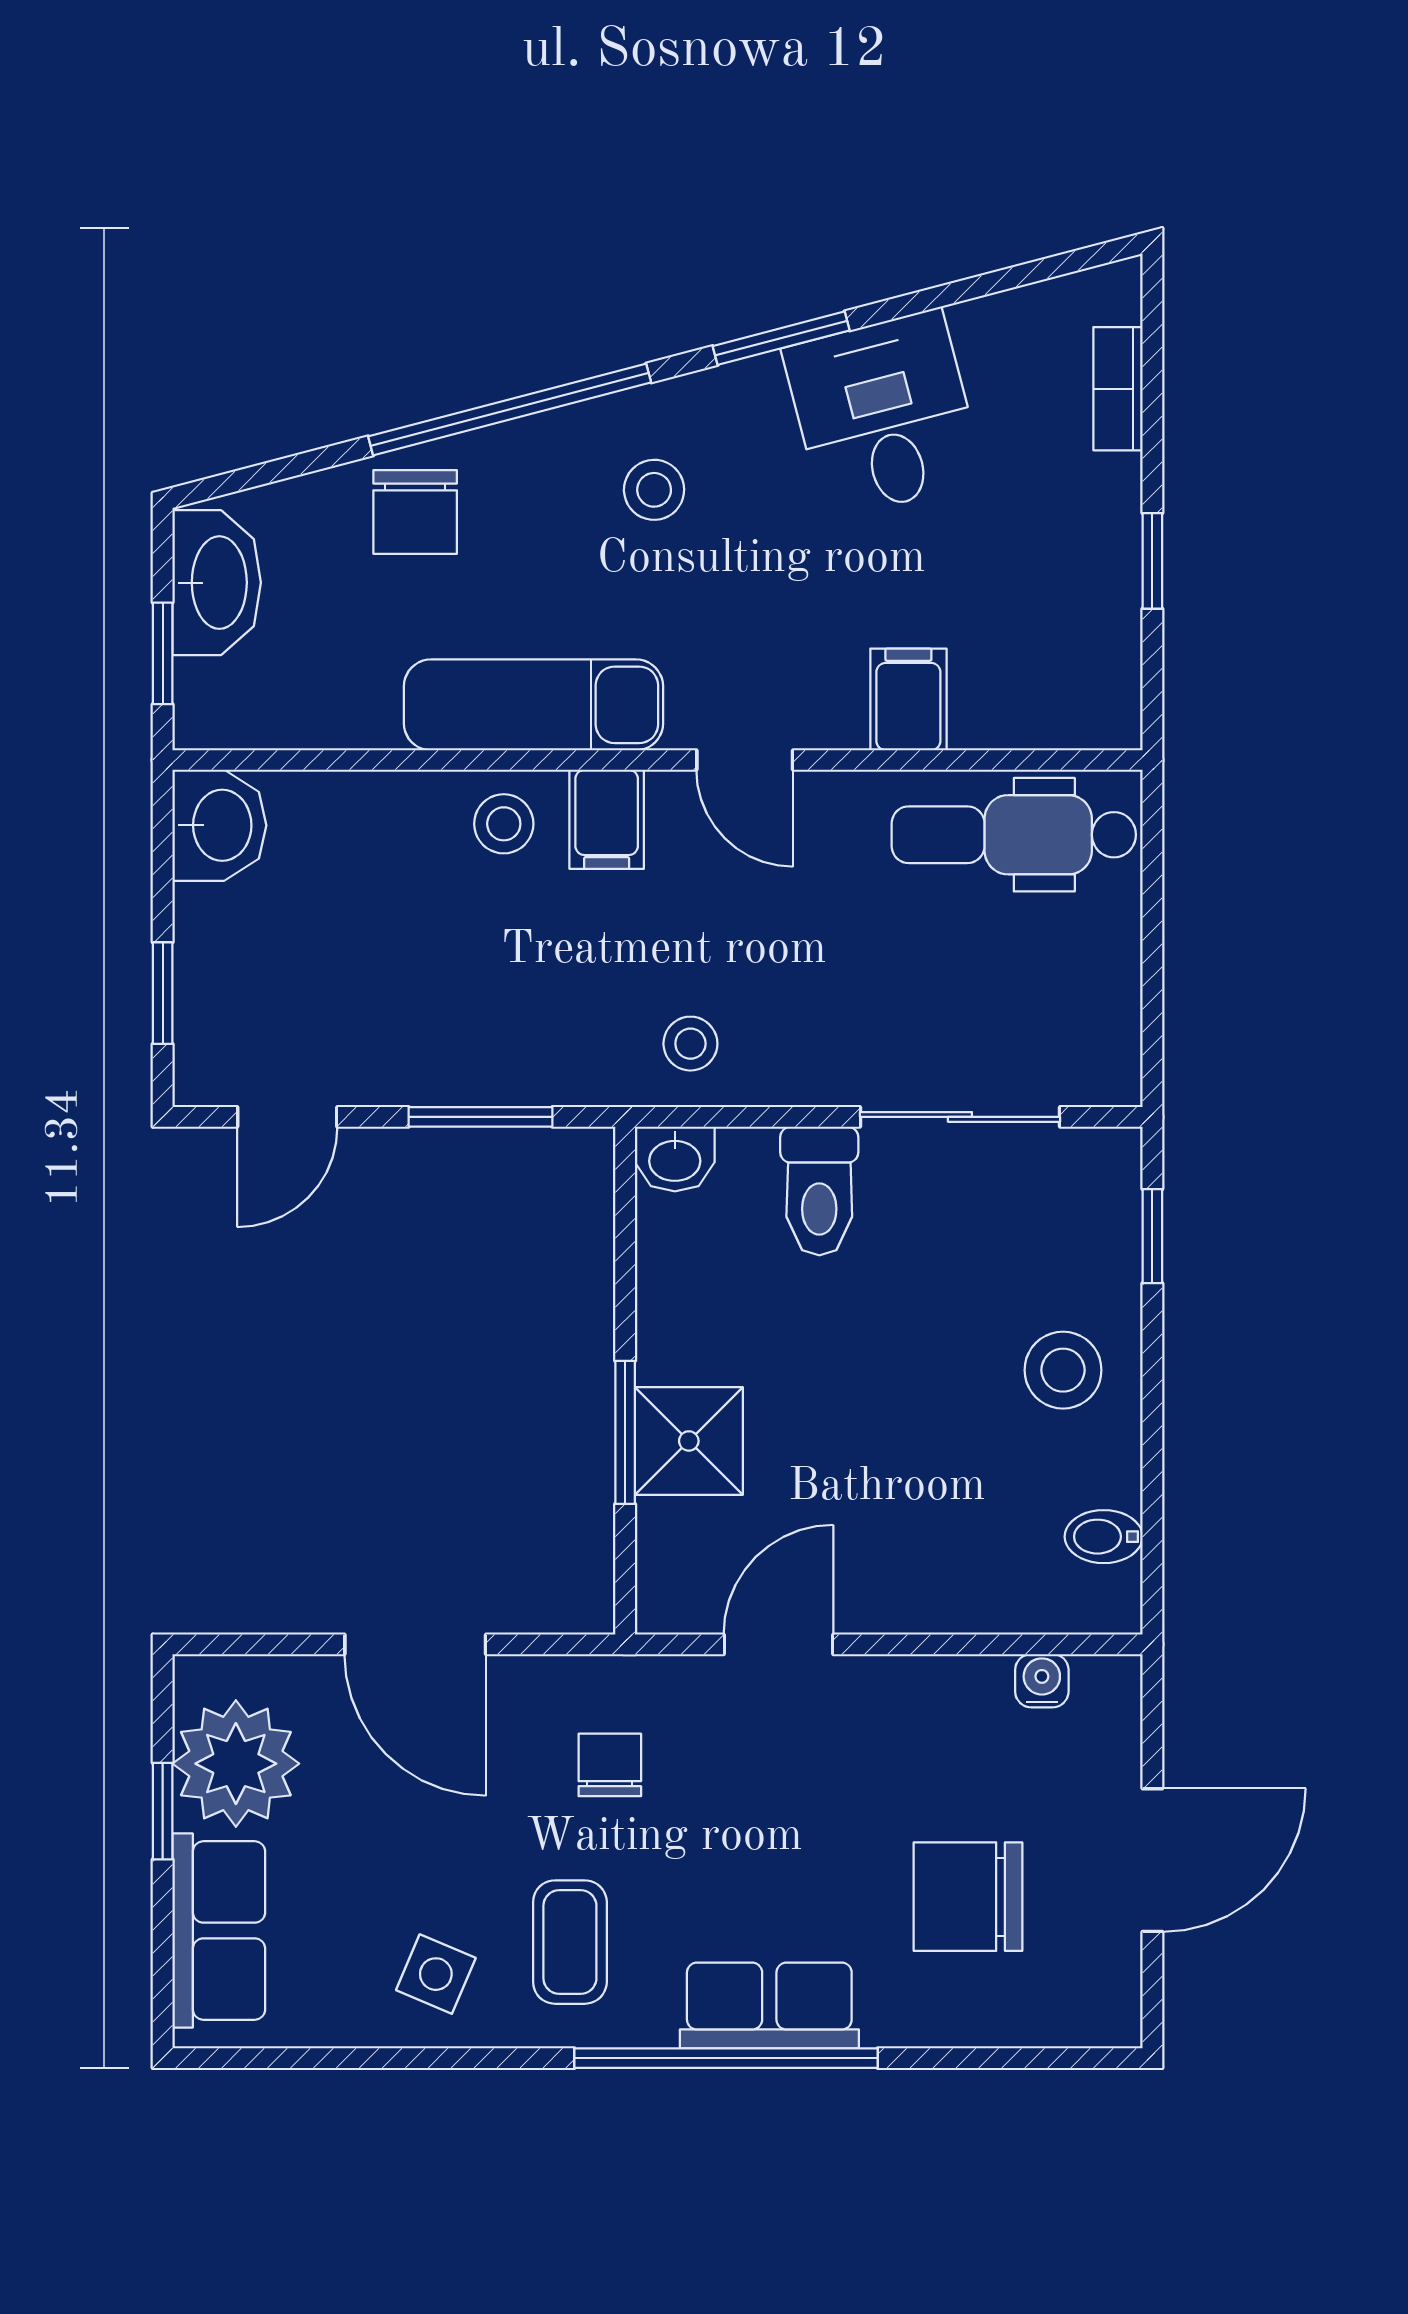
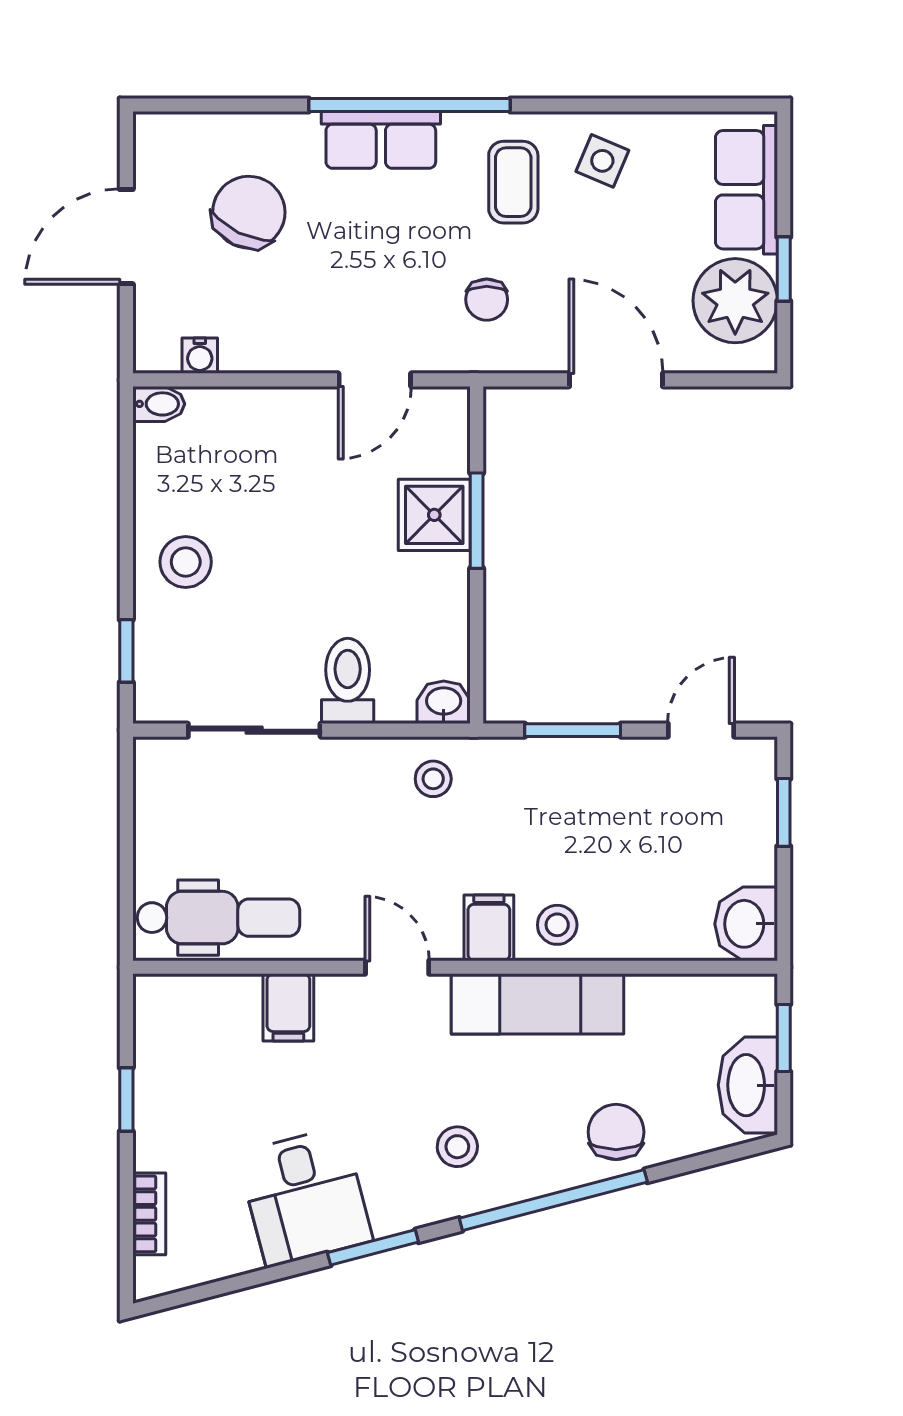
bidet: (1104, 1537) -> (159, 404), moved
chair: (968, 1897) -> (249, 212), turned -64

